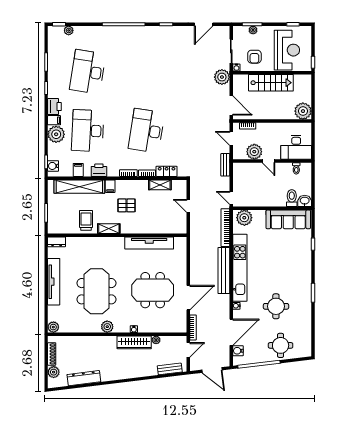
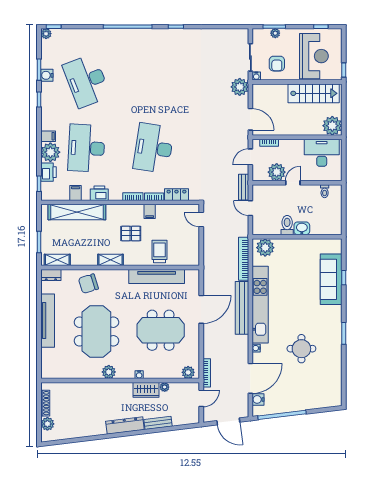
door: (204, 24) -> (219, 27), removed
plant: (69, 30) -> (46, 34), moved
desk: (88, 72) -> (86, 81), turned -30
stairs: (271, 83) -> (314, 93), moved
printer: (54, 107) -> (48, 172), moved
door: (231, 138) -> (250, 157), hinge flipped
desk: (296, 147) -> (322, 153), moved, turned 180
door: (268, 161) -> (293, 183), swing flipped
water cooler: (53, 166) -> (47, 75), moved
shelving: (160, 185) -> (57, 260), moved
filing cabinet: (110, 186) -> (150, 211), moved
door: (231, 198) -> (250, 208), moved
toilet: (292, 198) -> (287, 225), moved
washbasin: (305, 201) -> (302, 228), moved
door: (188, 206) -> (201, 219), moved
sofa: (288, 219) -> (331, 279), moved, turned 90
trolley: (86, 220) -> (159, 251), moved
chair: (89, 249) -> (88, 284), added
door: (188, 298) -> (201, 309), moved
plant: (53, 327) -> (188, 372), moved
wardrobe: (134, 342) -> (146, 390), width x0.67
round table: (281, 345) -> (307, 393), removed
bench: (170, 369) -> (158, 423), moved
dresser: (84, 378) -> (125, 425), moved

